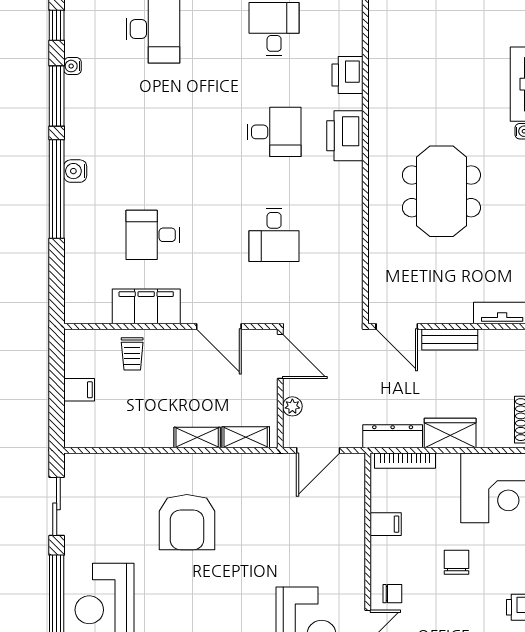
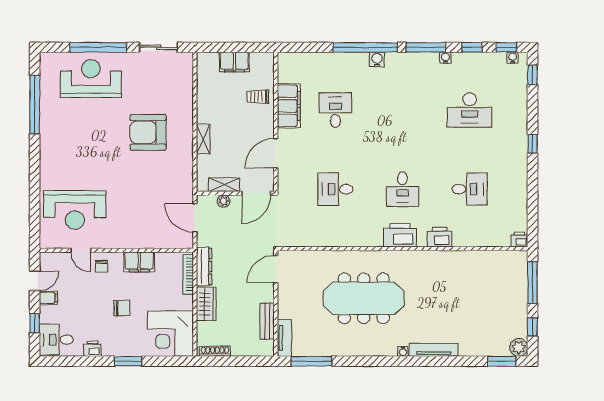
meeting table: (441, 191) -> (364, 298), width x1.36
bench: (450, 340) -> (267, 321), moved
filing cabinet: (79, 390) -> (234, 62), width x2.00
shelving: (246, 437) -> (224, 185), moved, turned 90
filing cabinet: (386, 524) -> (139, 262), width x2.00

